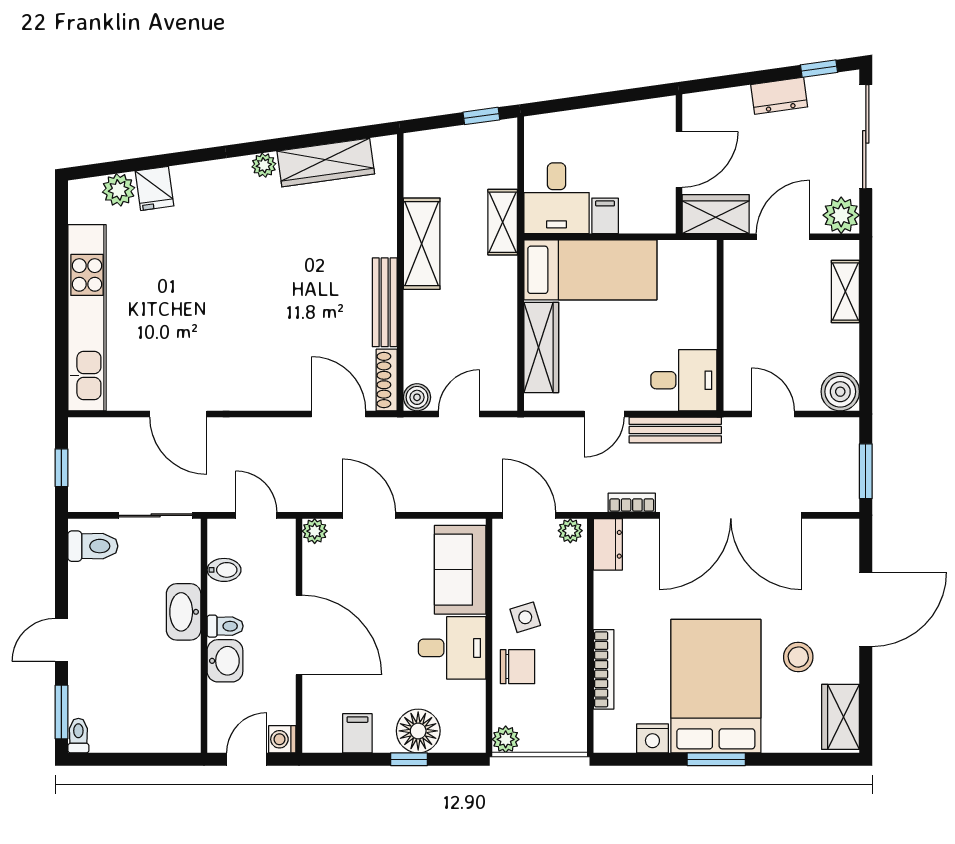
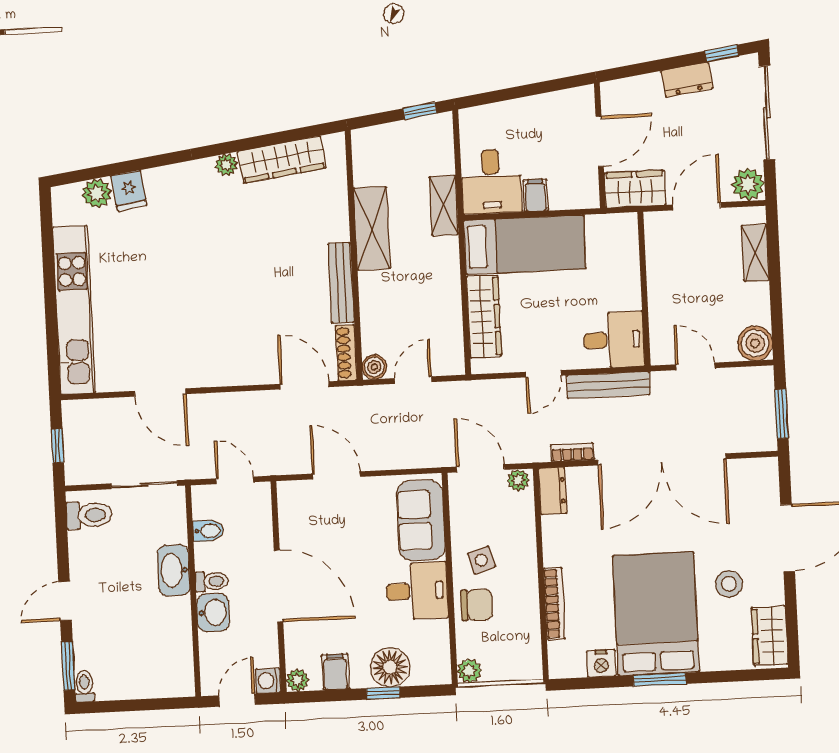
plant: (315, 531) -> (297, 680), moved

